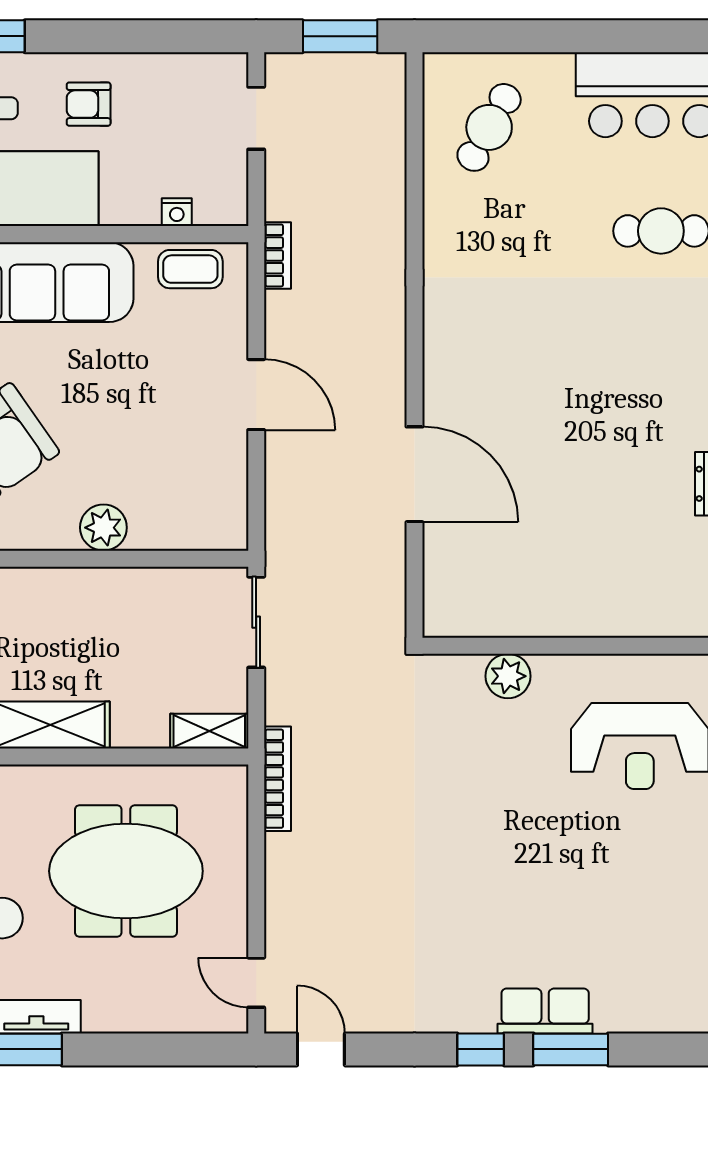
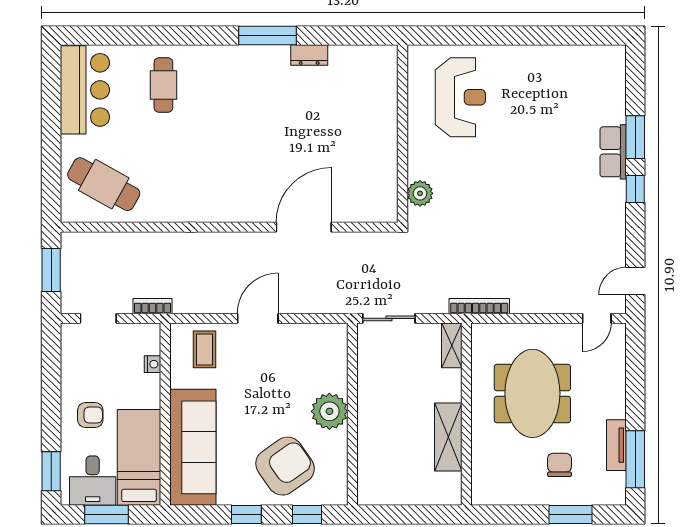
armchair: (89, 104) -> (90, 415), turned -90
cafe table: (489, 127) -> (104, 184), width x1.37, depth x1.35
bookcase: (277, 255) -> (152, 306), moved
coffee table: (190, 269) -> (204, 349), moved
plant: (103, 528) -> (329, 411), width x1.36, depth x1.36
plant: (508, 676) -> (420, 193), moved

